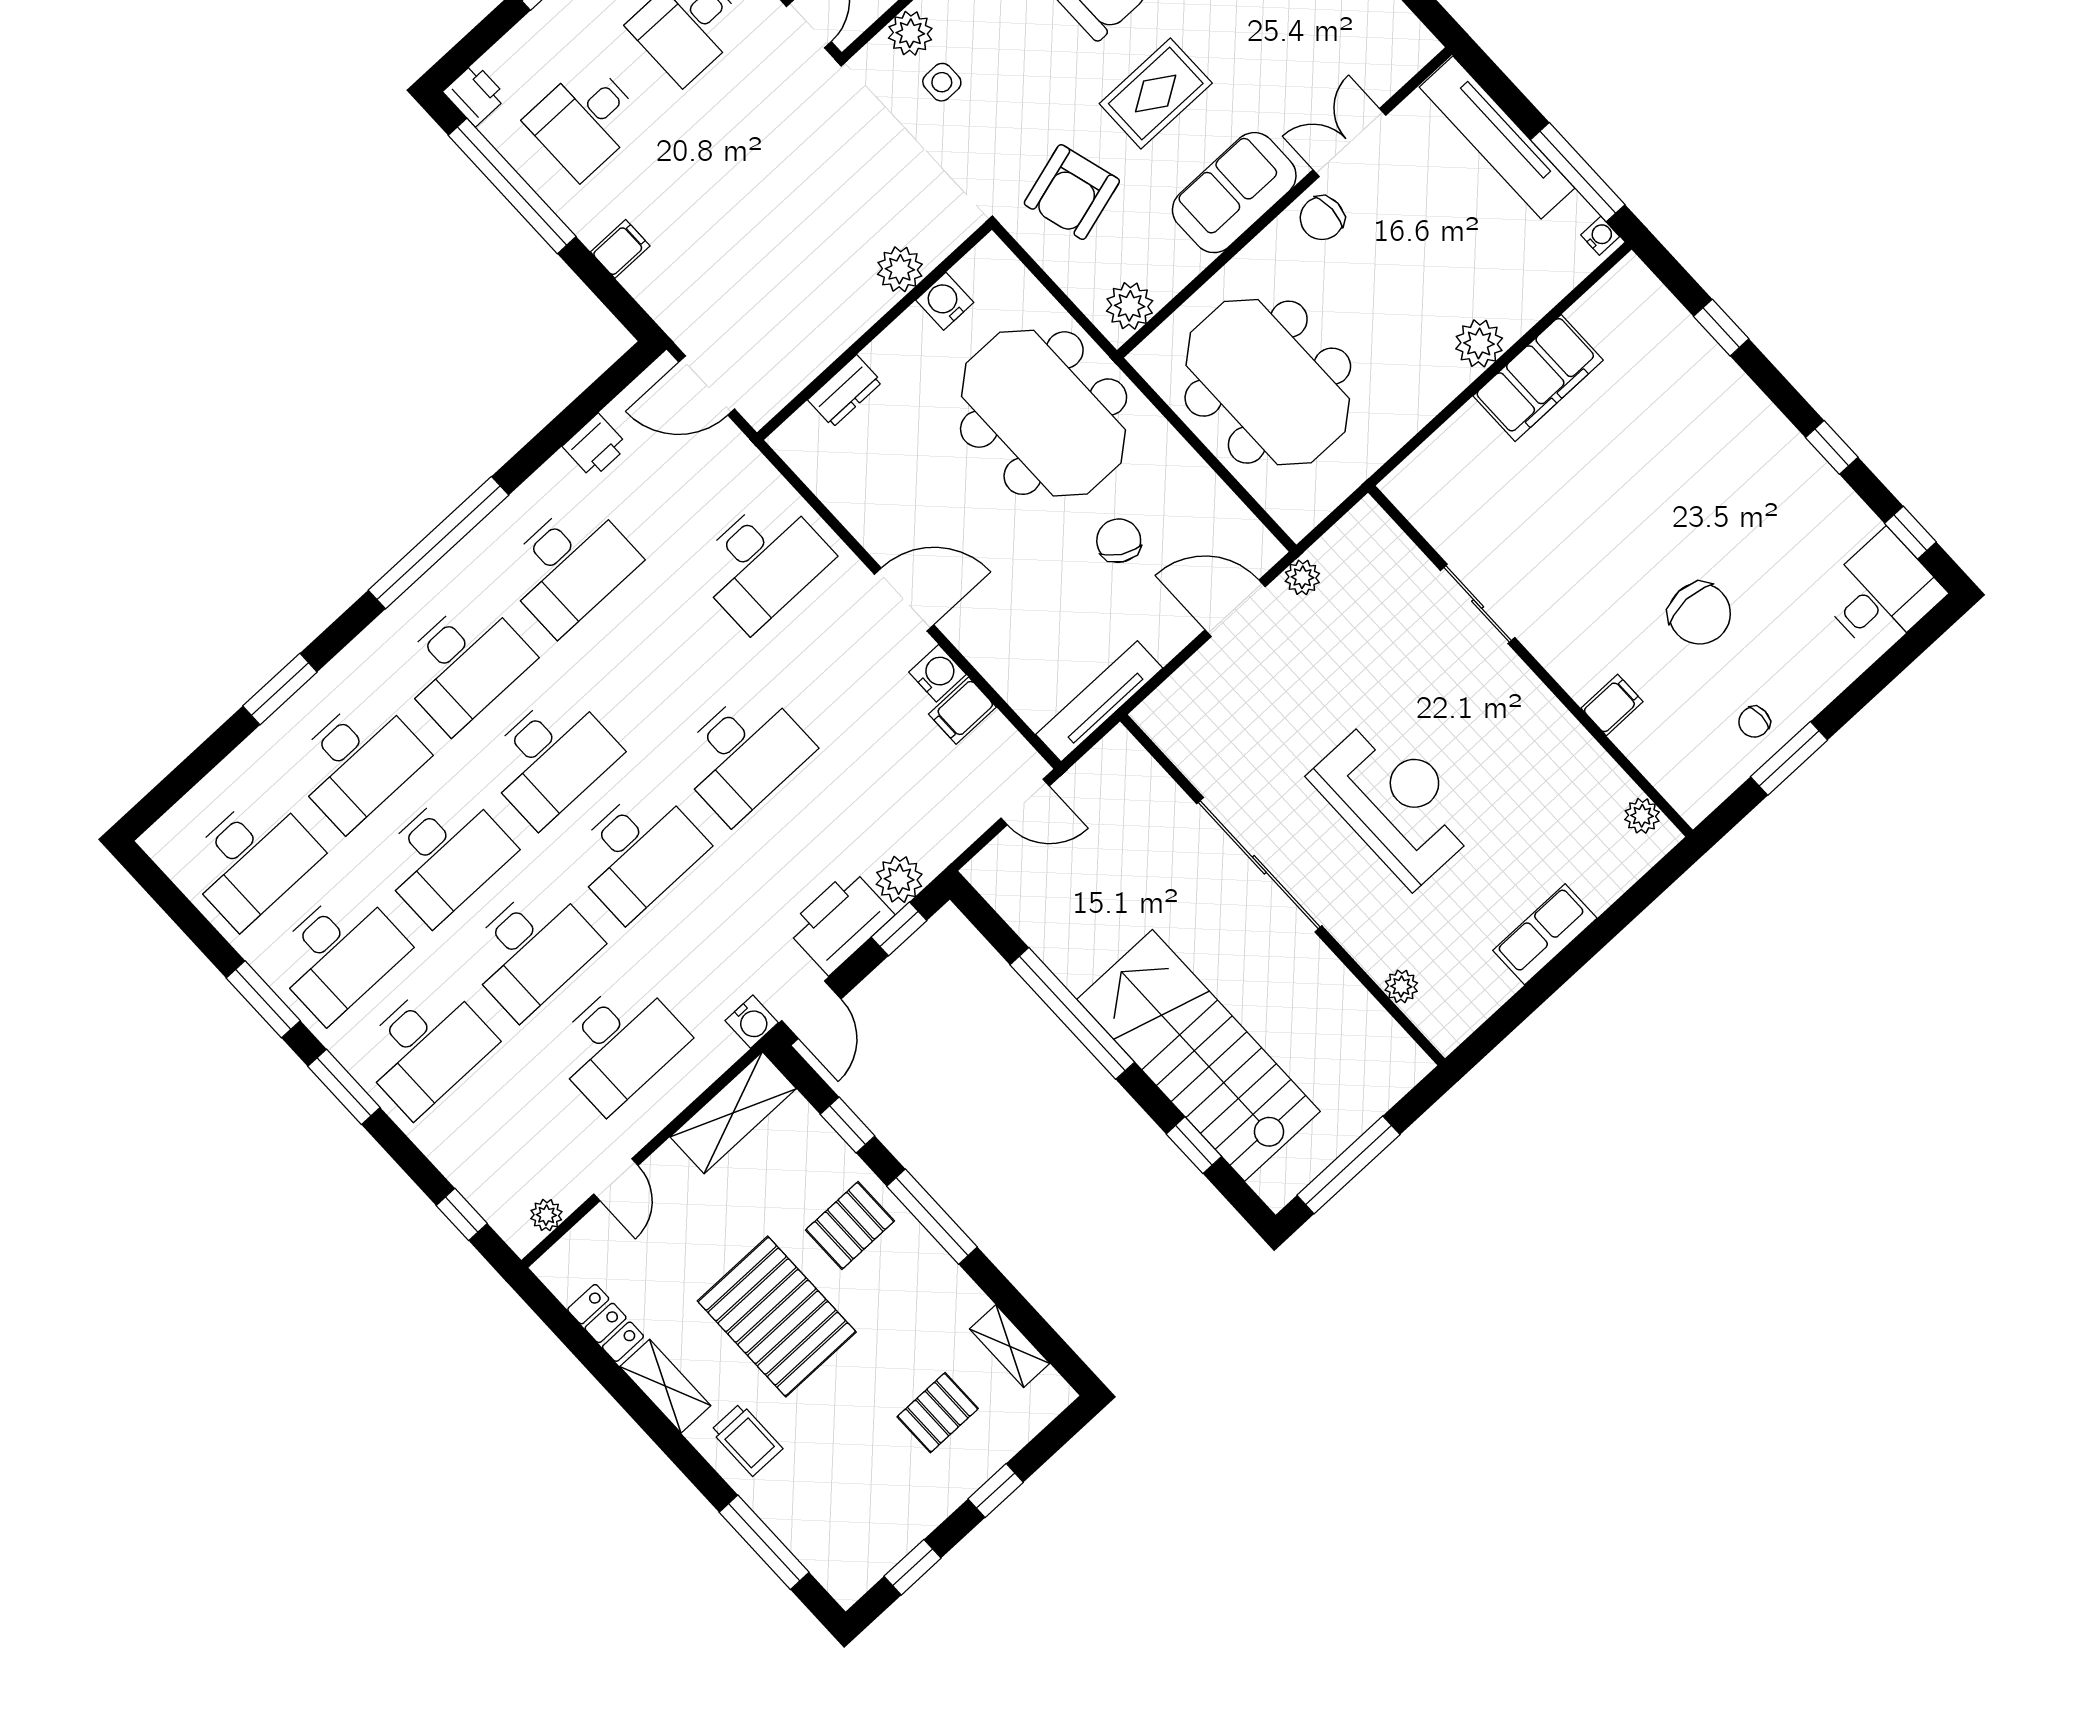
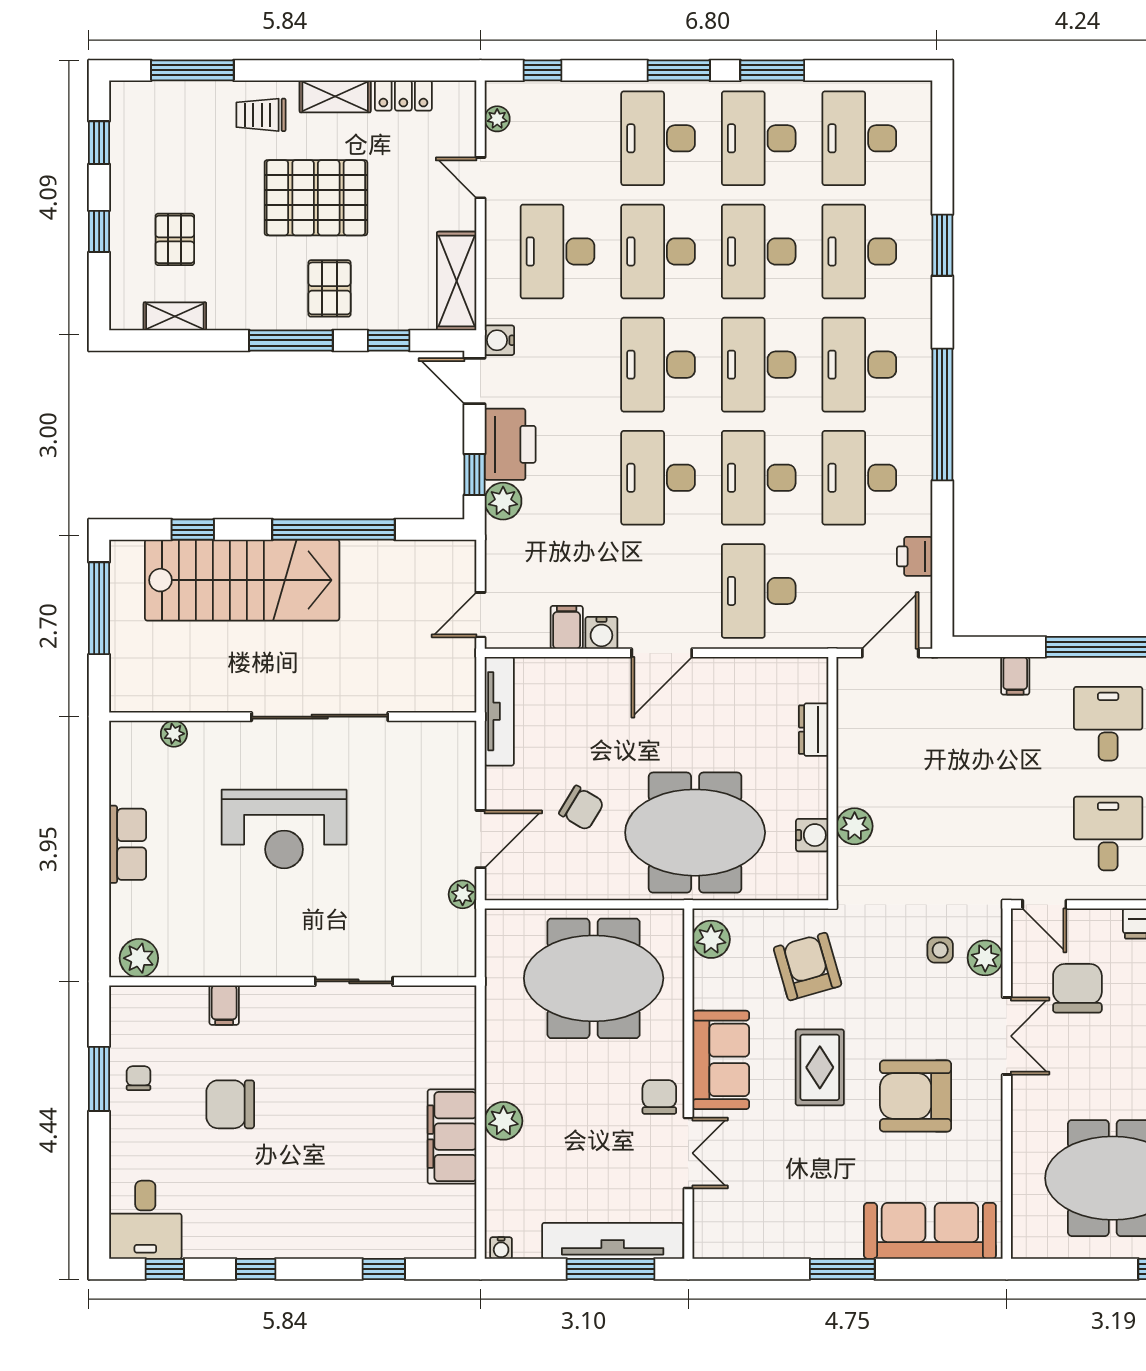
window: (1578, 172) -> (611, 1269), moved
desk: (656, 660) -> (759, 478), added
plant: (1642, 816) -> (139, 958), width x1.38, depth x1.38

